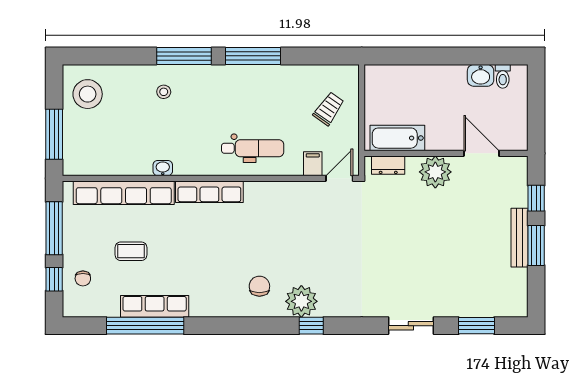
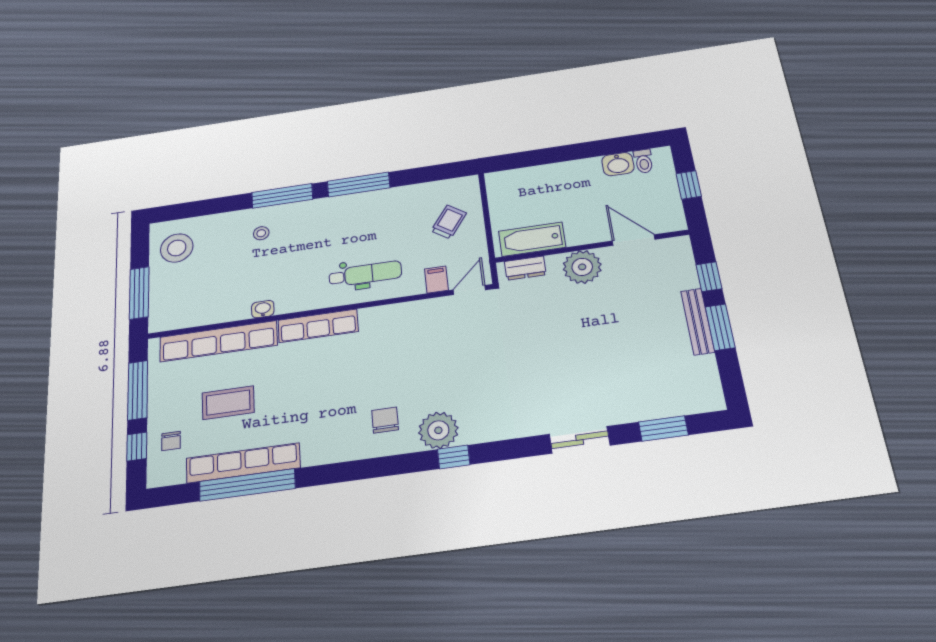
window: (536, 107) -> (689, 185), added
coffee table: (131, 251) -> (228, 403), width x1.36, depth x1.30
row of seats: (155, 306) -> (243, 463), width x1.36

